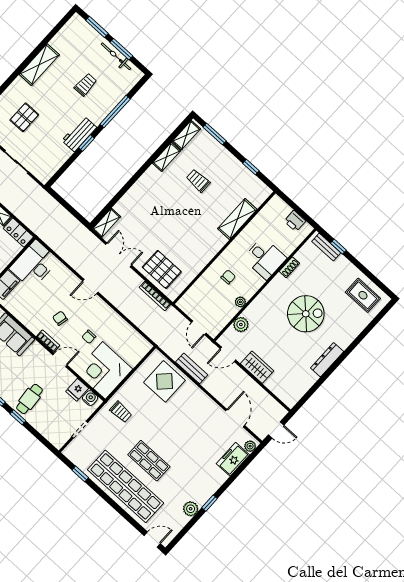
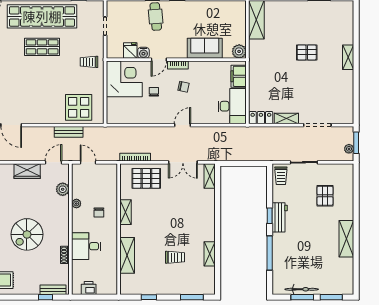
trolley: (85, 85) -> (281, 176), moved
shelving: (186, 135) -> (126, 212), moved
water cooler: (90, 398) -> (143, 53), moved

